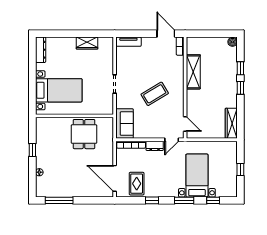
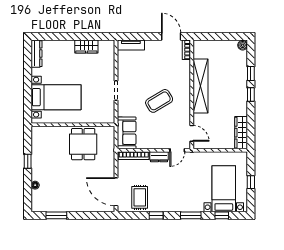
shelving: (193, 72) -> (201, 86), width x1.47
bed with nightstands: (197, 176) -> (224, 189), moved
window: (59, 200) -> (56, 215), width x0.69

